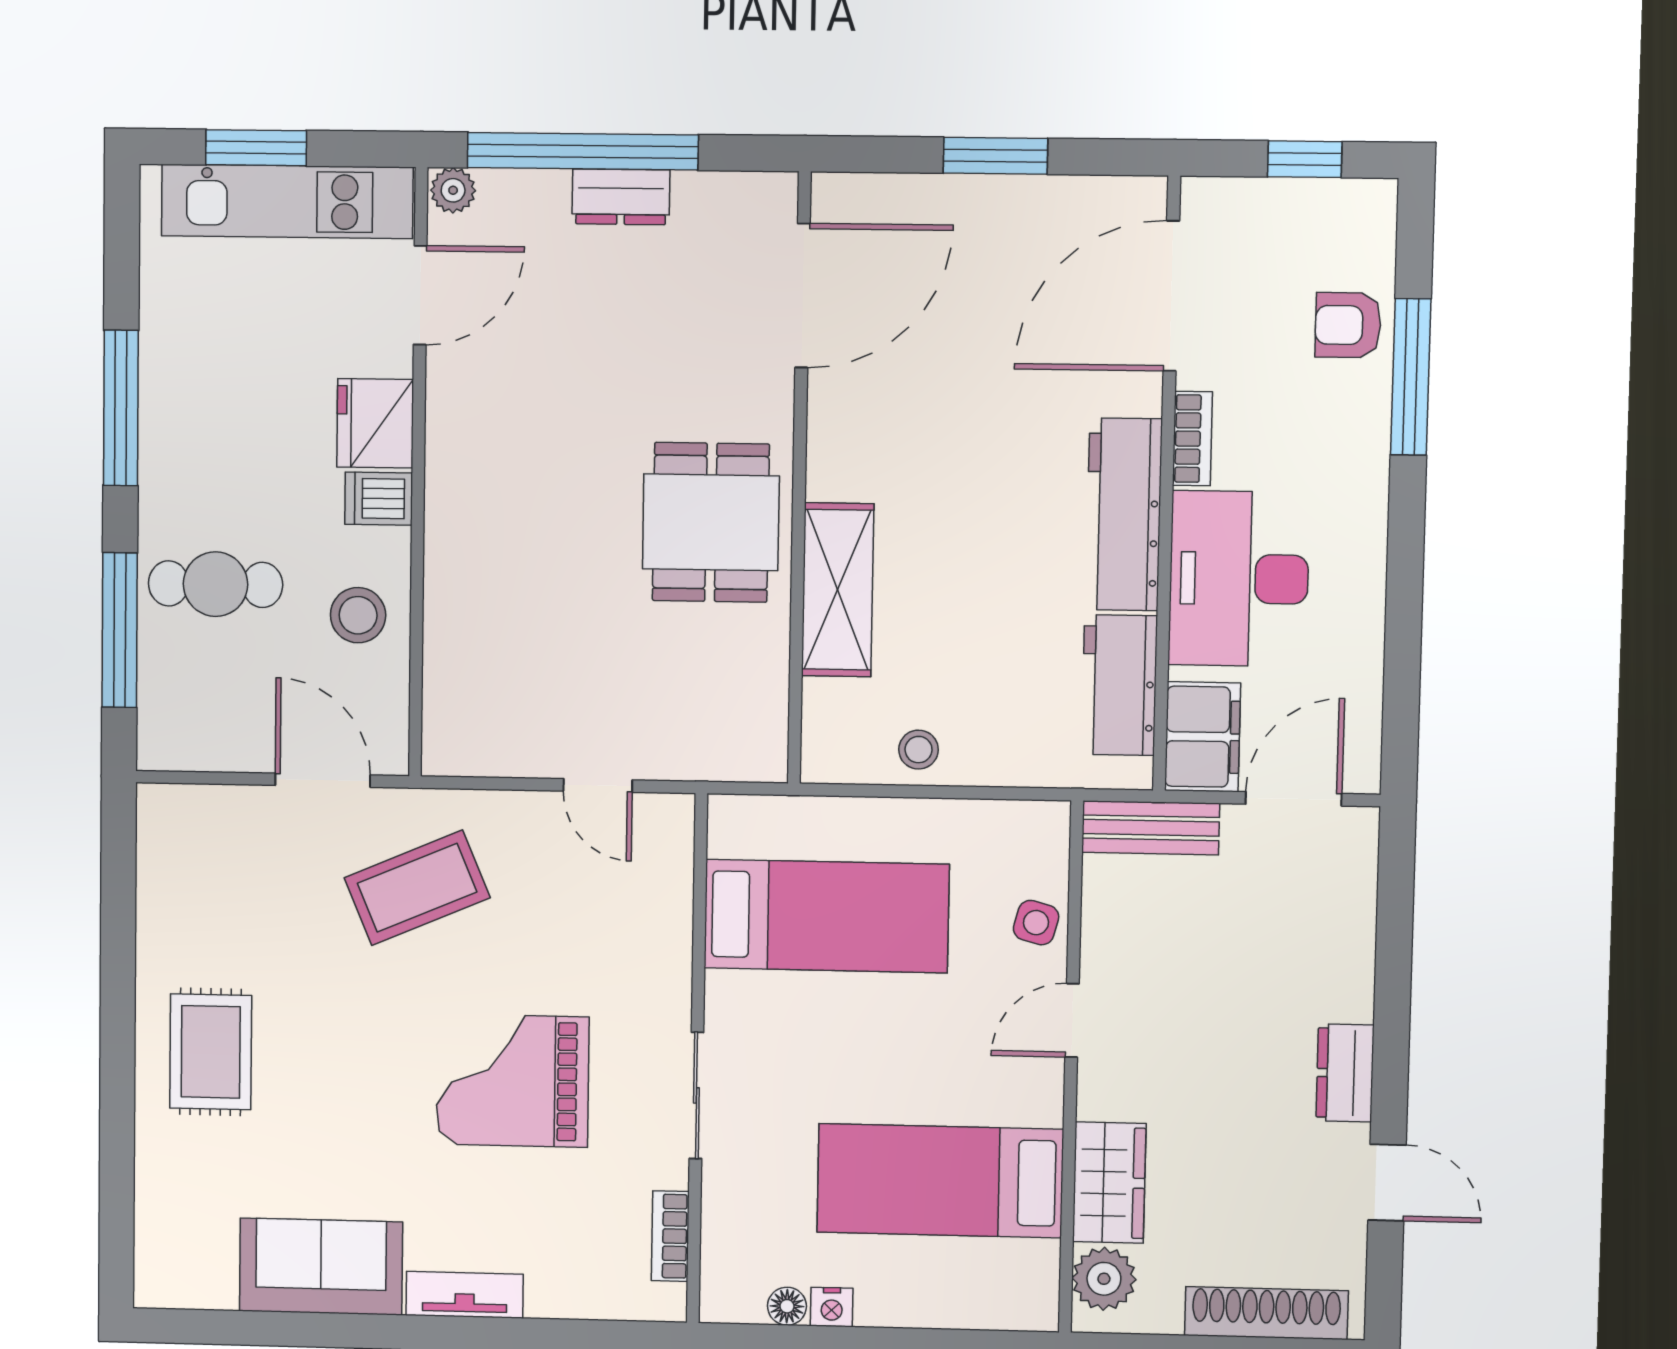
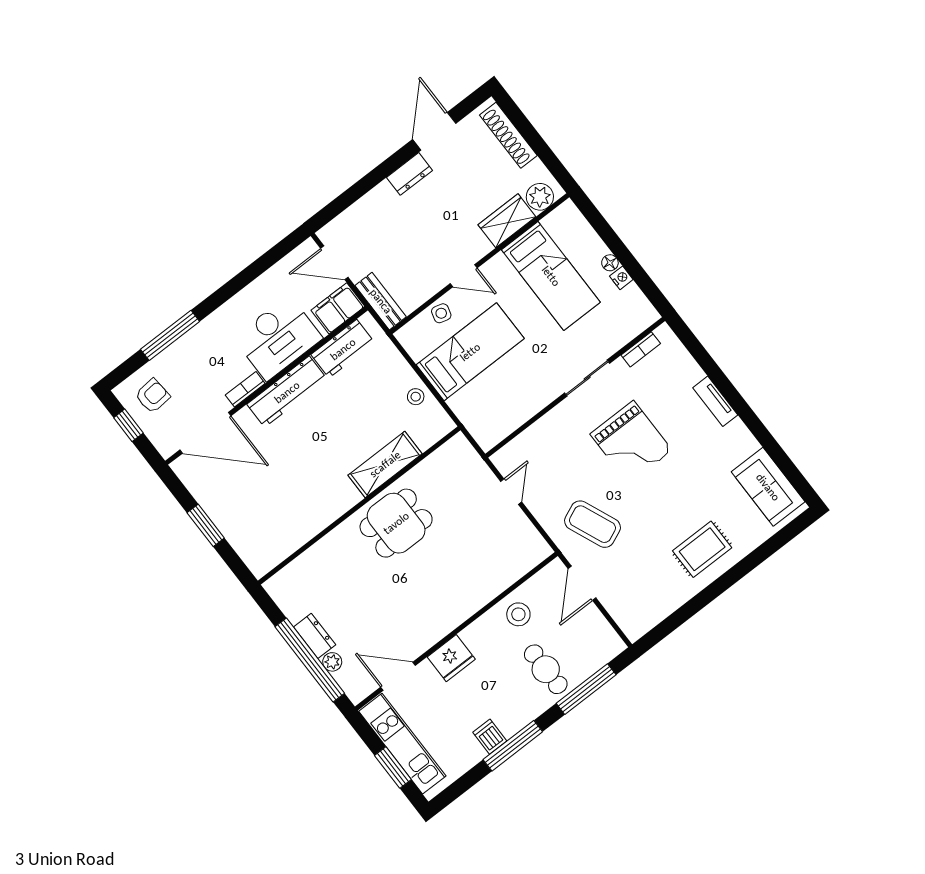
plant: (453, 190) -> (332, 662), moved
door: (803, 296) -> (299, 552), removed
armchair: (1348, 325) -> (153, 396), moved, turned -95
dishwasher: (379, 499) -> (490, 737), moved, turned 180
bed: (827, 916) -> (470, 352), moved, turned 90
door: (1387, 1182) -> (434, 131), width x1.38
sofa: (321, 1267) -> (768, 487), moved
floor lamp: (787, 1306) -> (610, 263), moved

